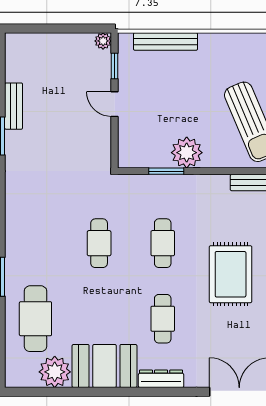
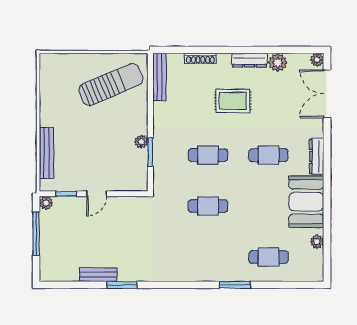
window: (65, 28) -> (36, 234), added
plant: (187, 153) -> (141, 142), width x0.53, depth x0.53
rug: (231, 274) -> (233, 101), width x0.73, depth x0.70
cafe table: (35, 319) -> (268, 257), width x0.73, depth x0.74
plant: (55, 372) -> (317, 242), width x0.53, depth x0.53

